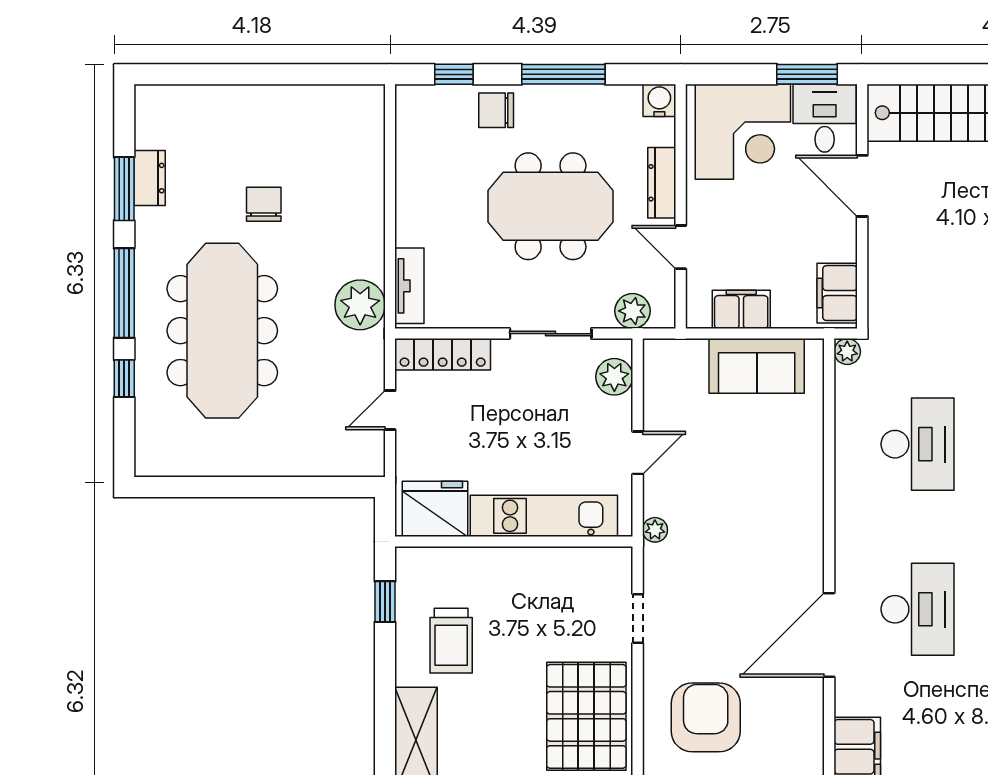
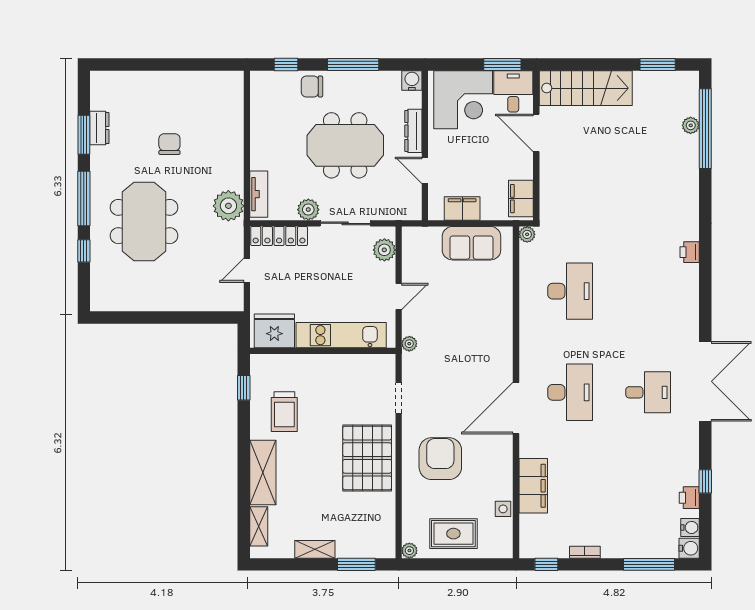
plant: (632, 311) -> (308, 210), moved
meeting table: (222, 331) -> (144, 222), width x0.73

